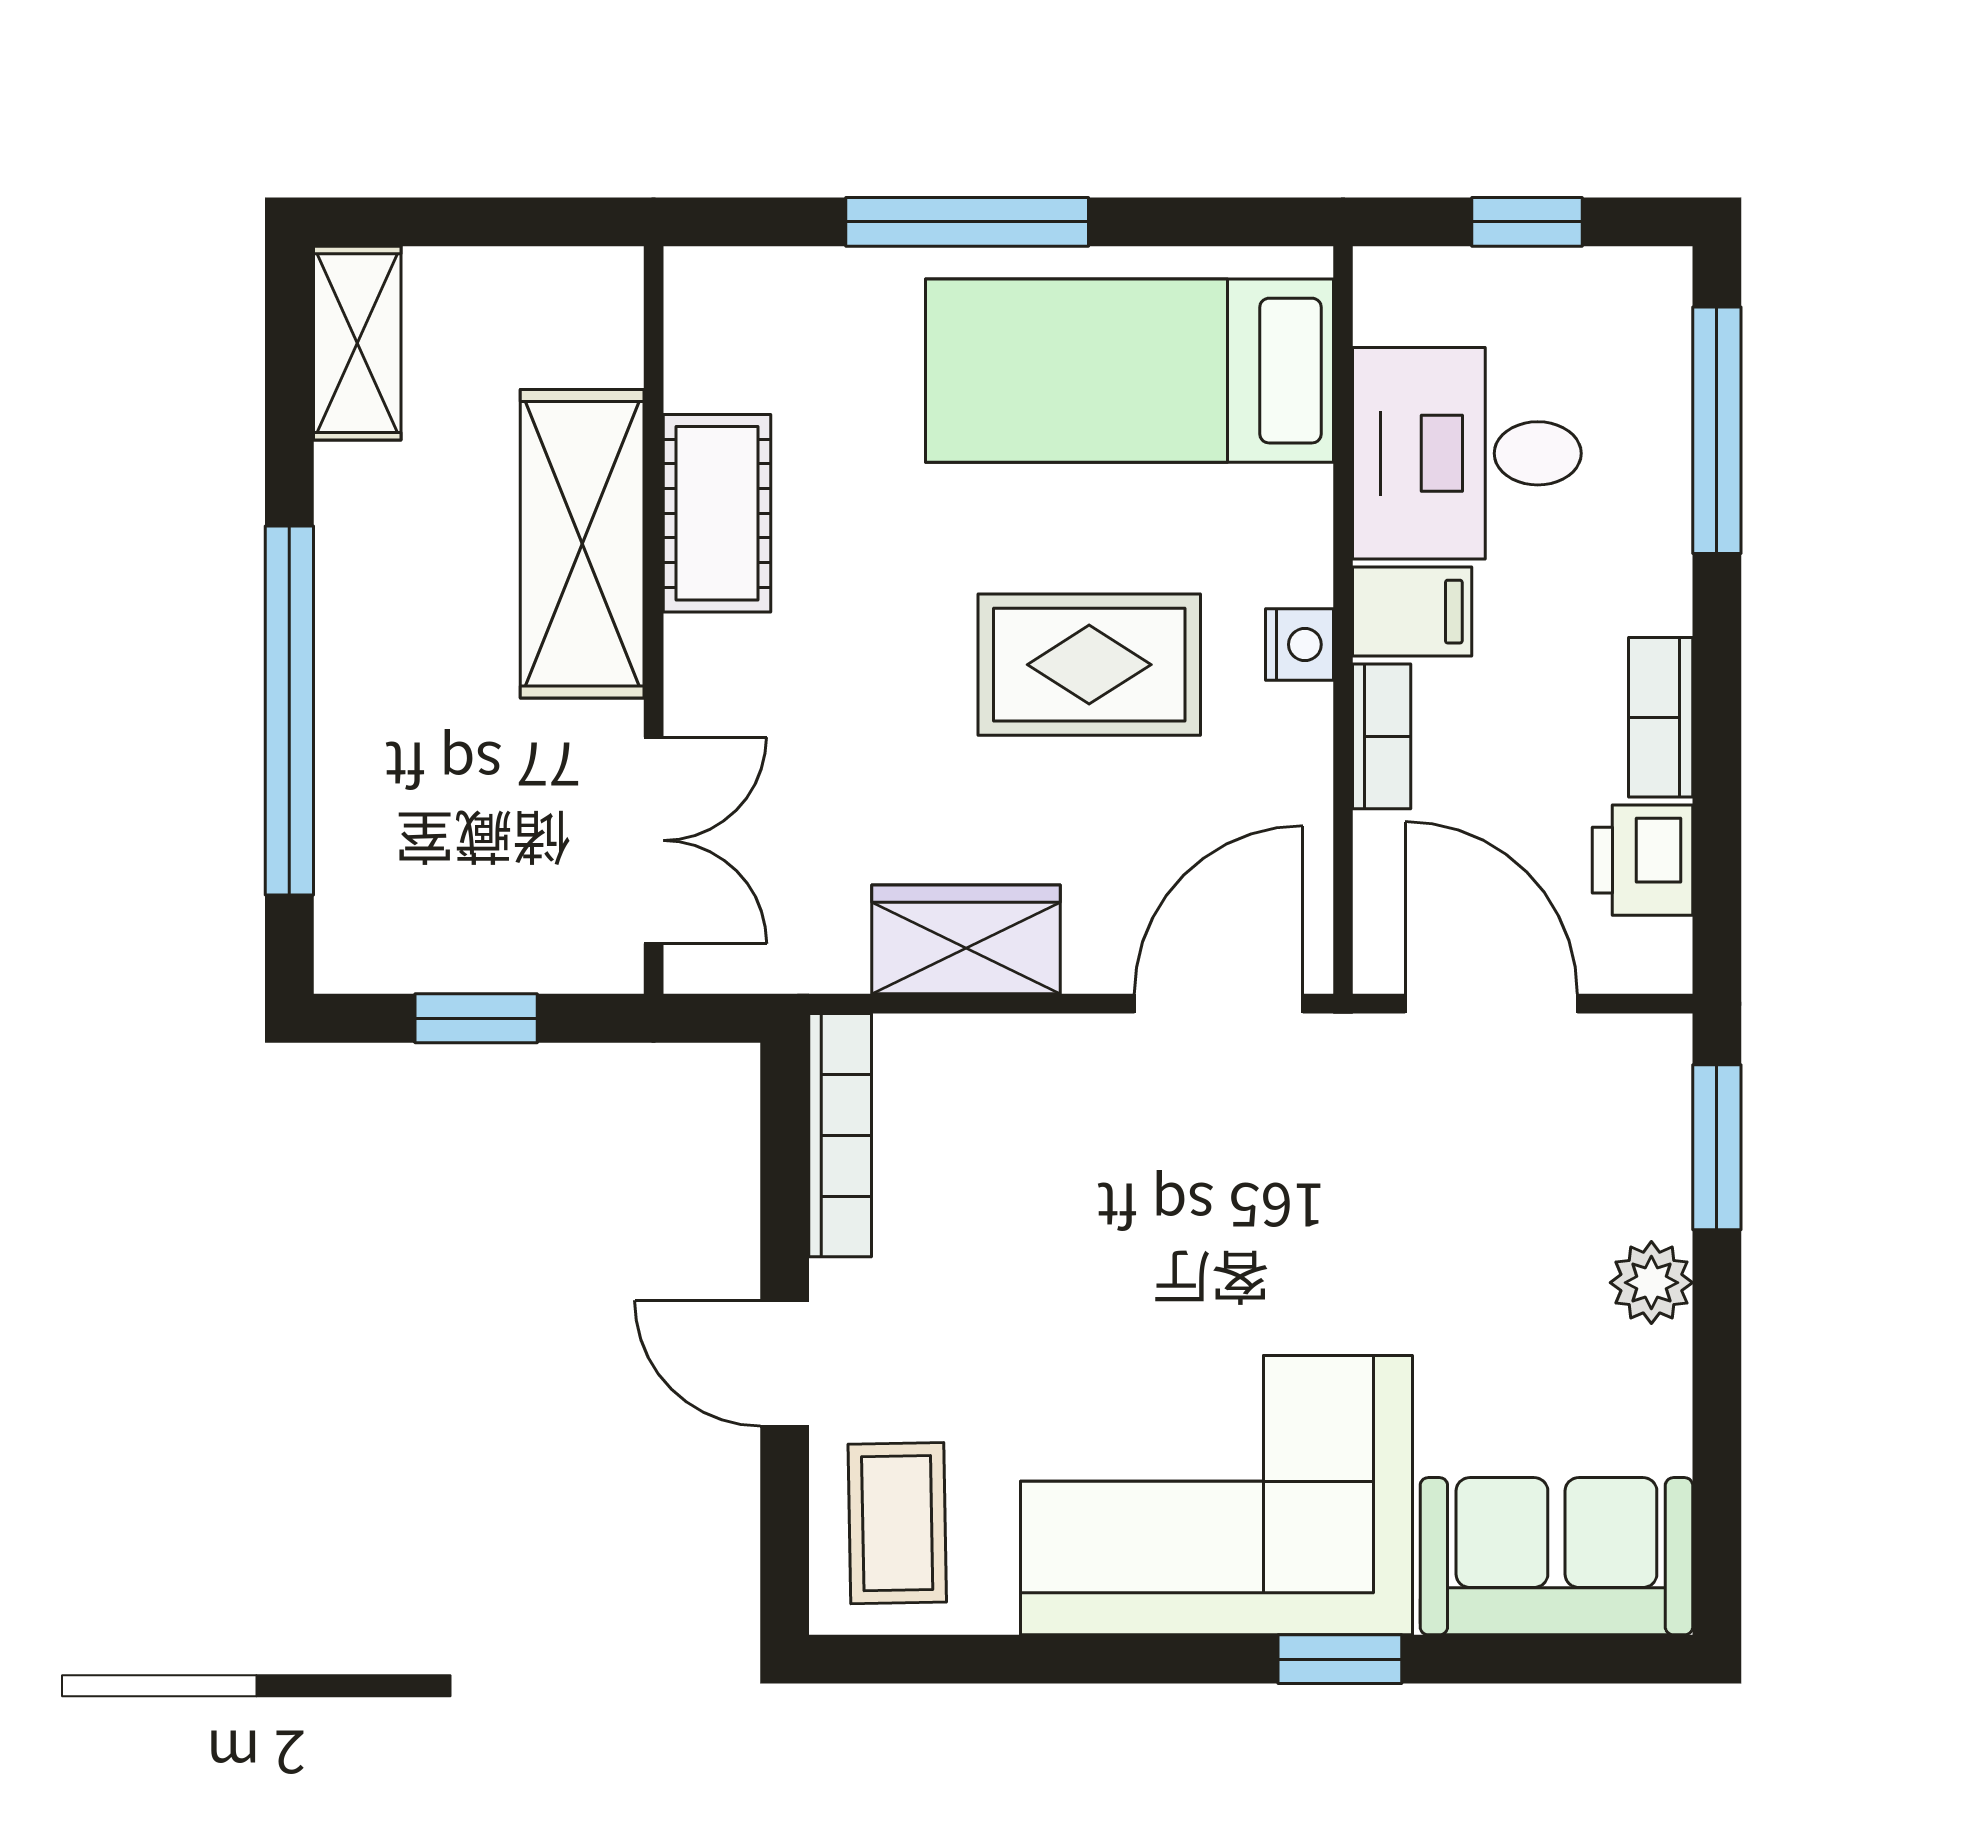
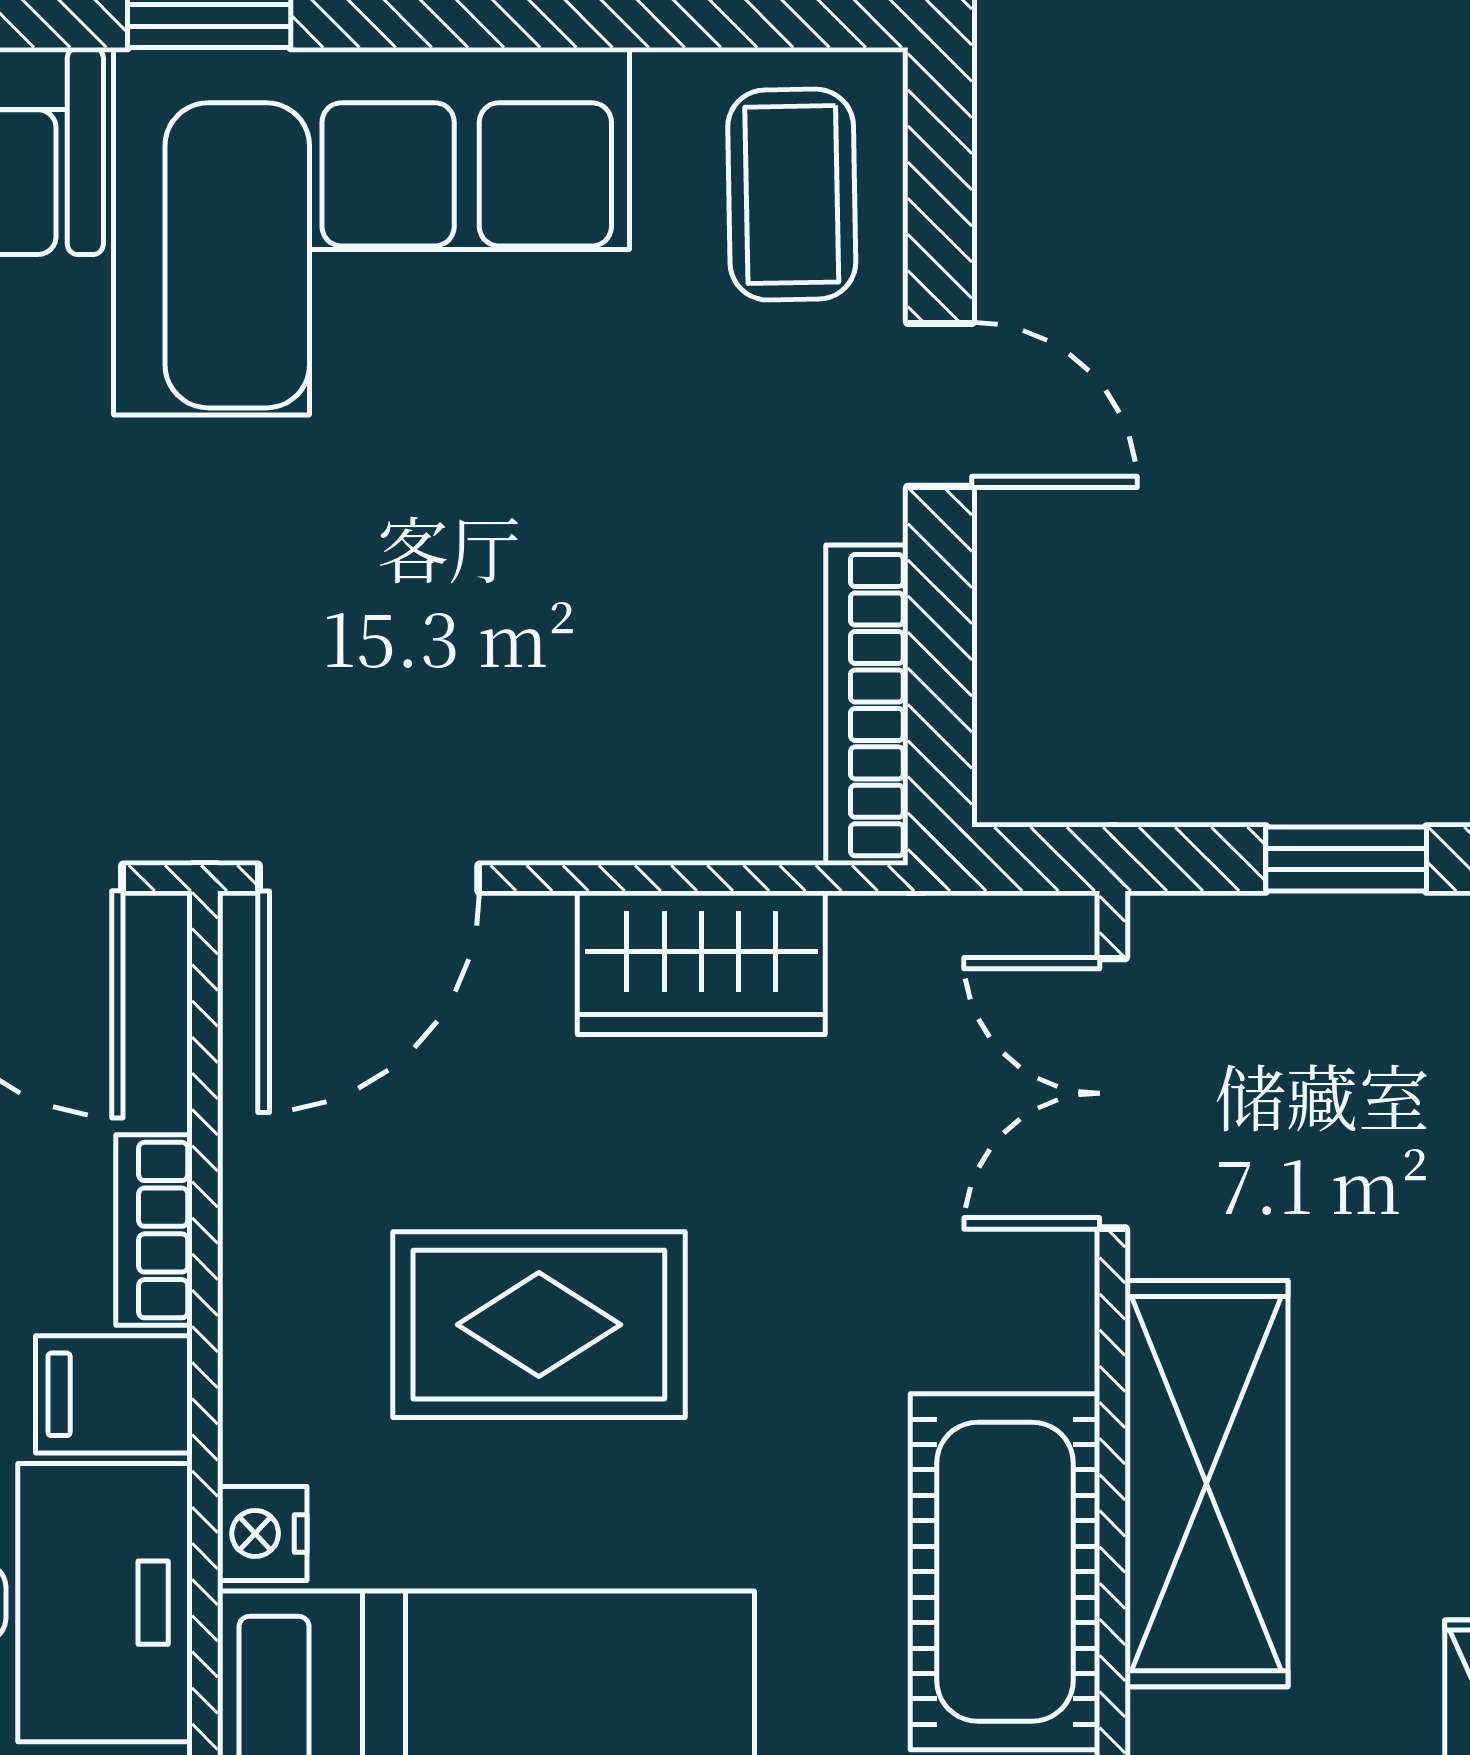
cot: (717, 513) -> (1005, 1572), width x1.37, depth x1.34
nightstand: (1299, 644) -> (262, 1533), moved

